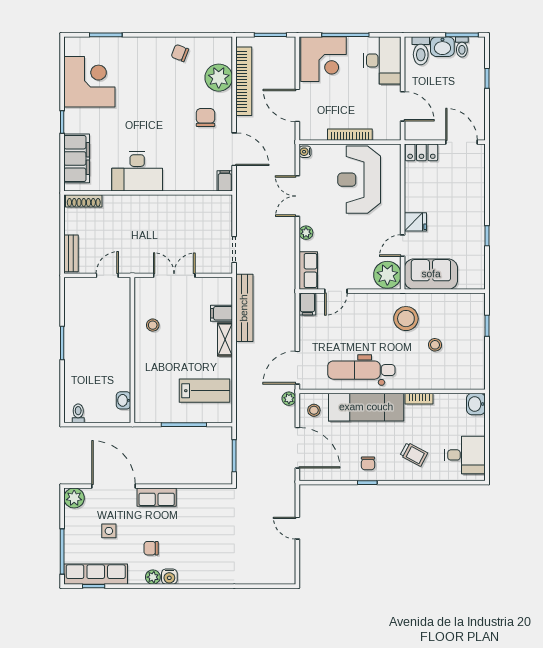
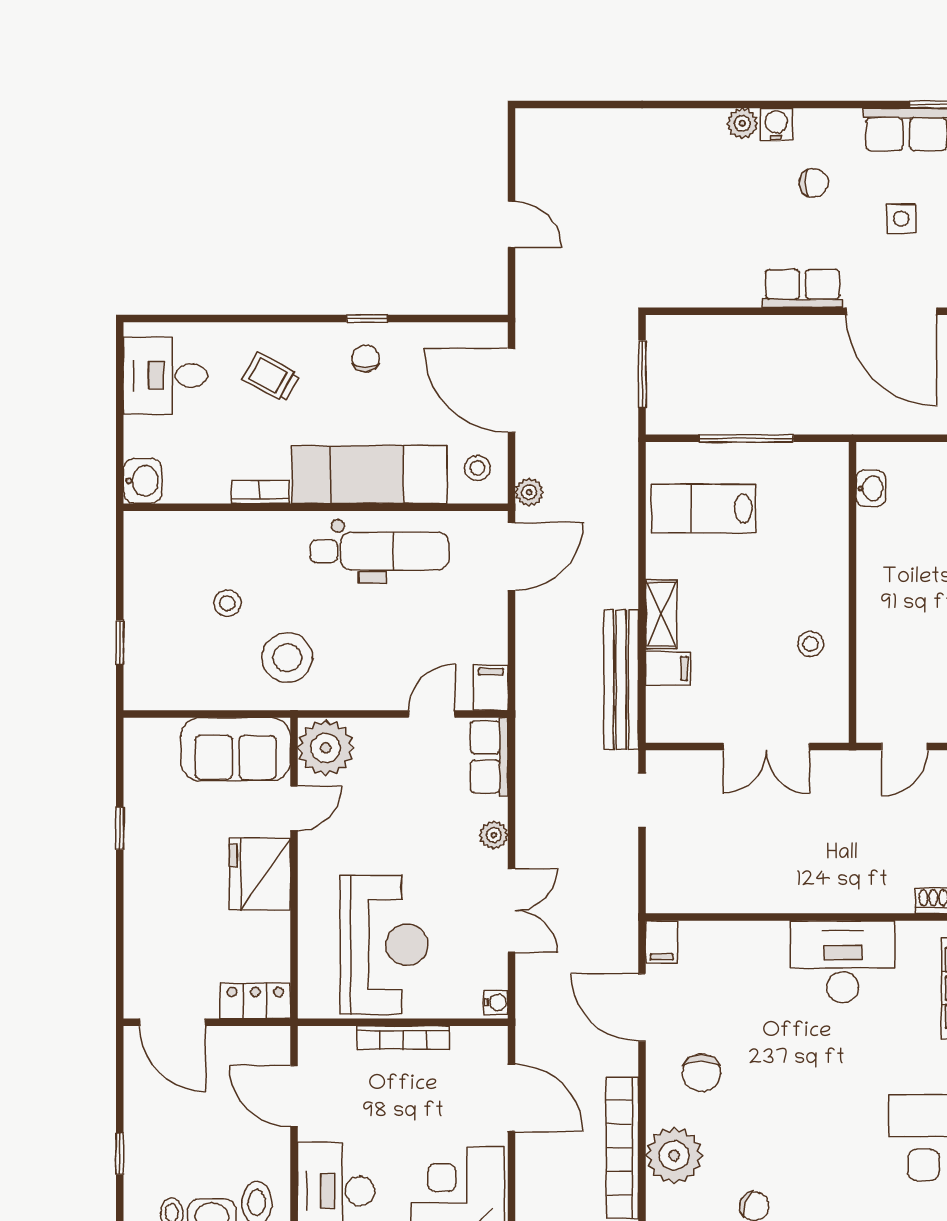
fridge: (415, 222) -> (260, 874), width x1.88, depth x1.34
plant: (153, 577) -> (742, 123), moved

